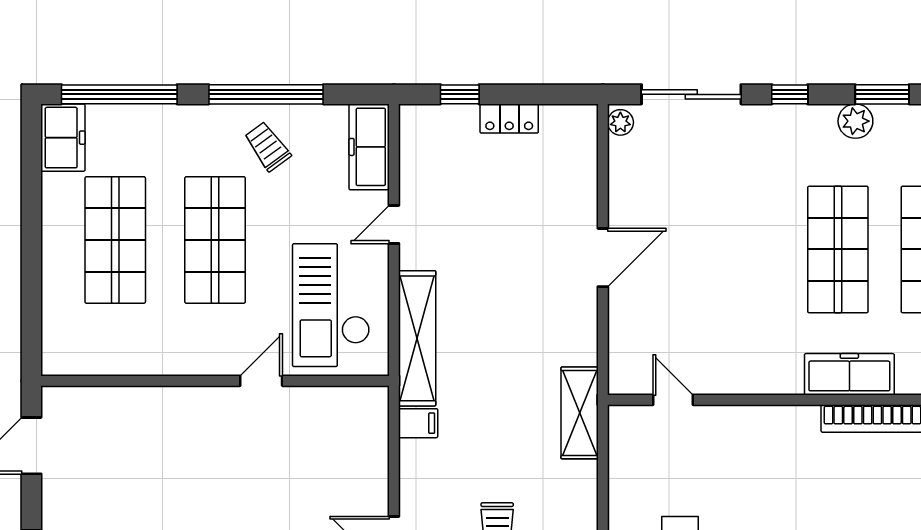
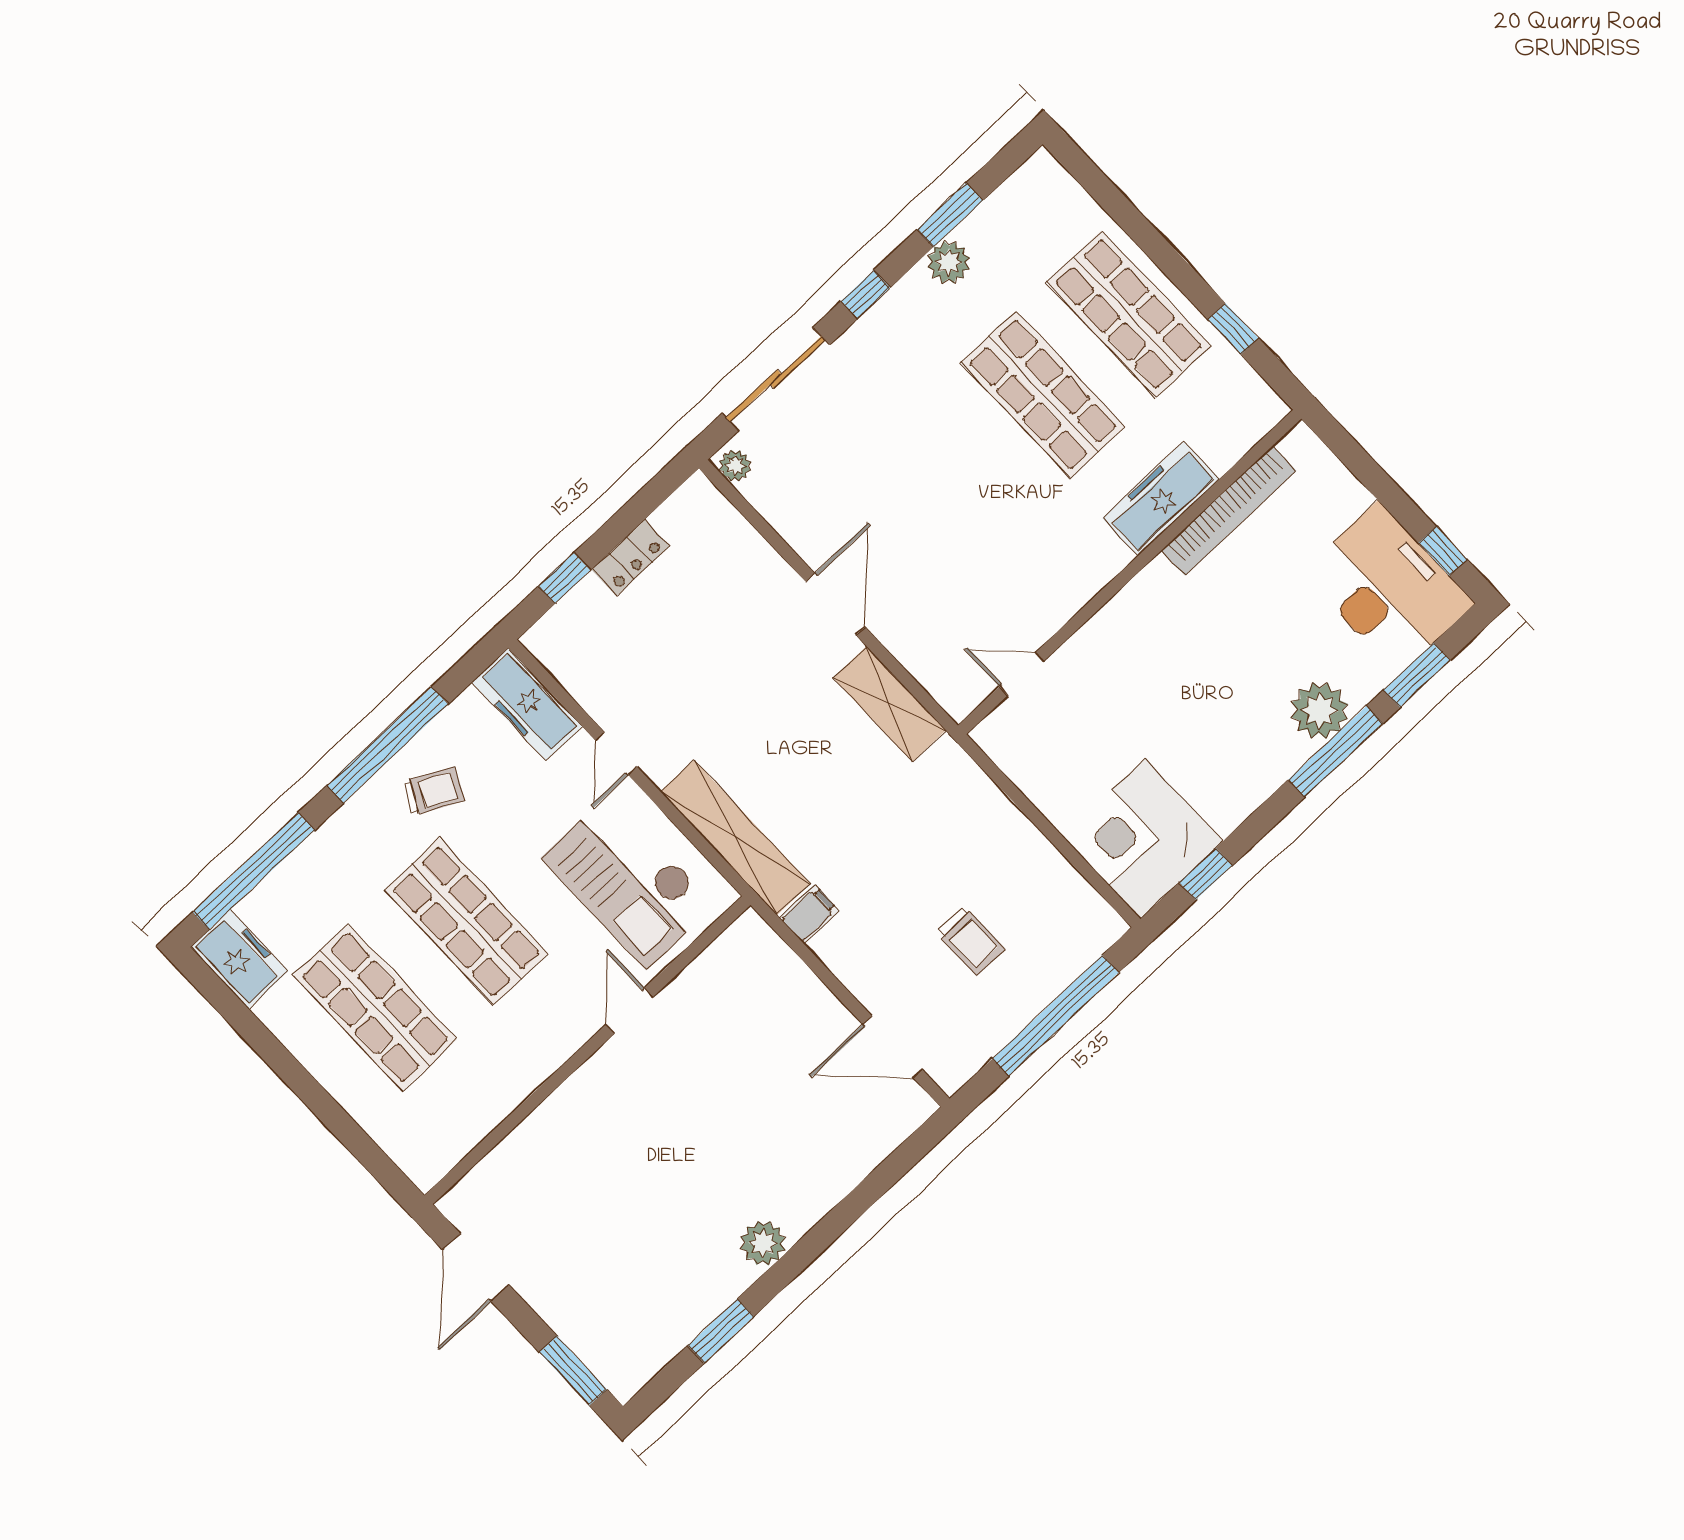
trolley: (268, 146) -> (434, 791), turned 153
shelving: (580, 413) -> (890, 704), moved

